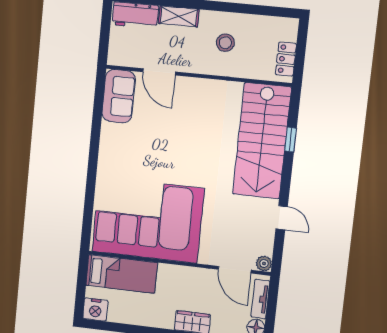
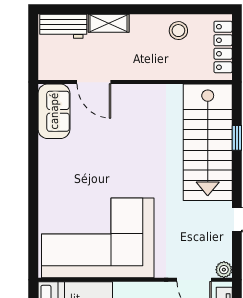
stool: (225, 43) -> (178, 31), moved
locker: (286, 59) -> (223, 47), width x1.53

